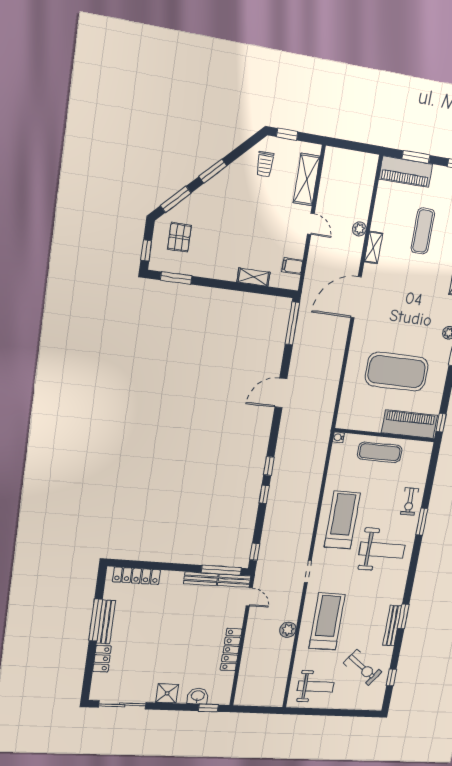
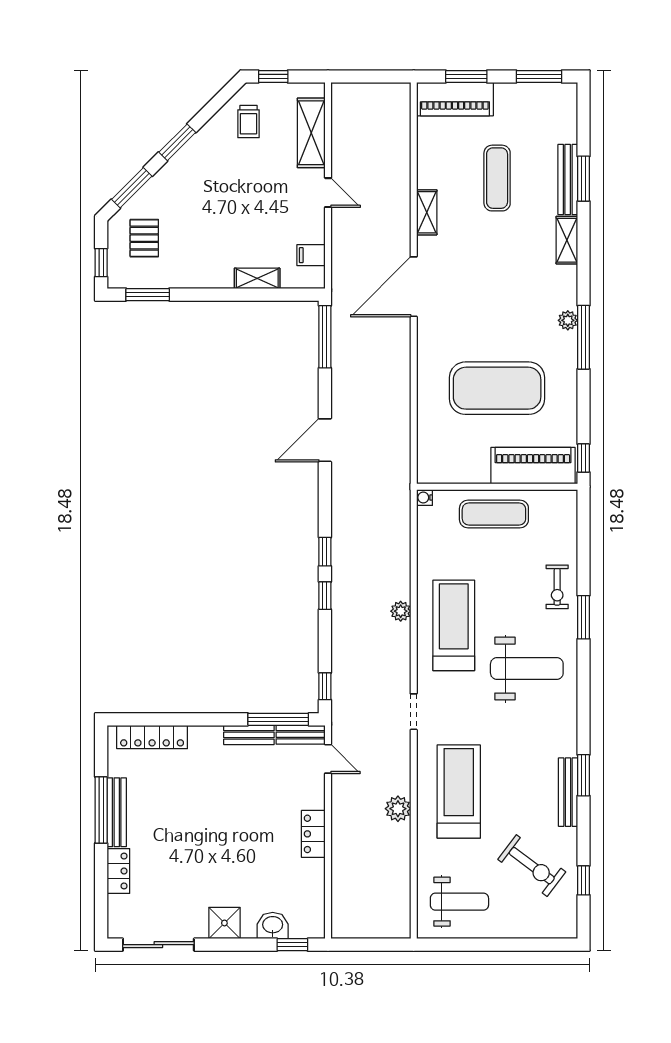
plant: (359, 229) -> (401, 611), moved
locker: (231, 650) -> (313, 834), width x0.66

